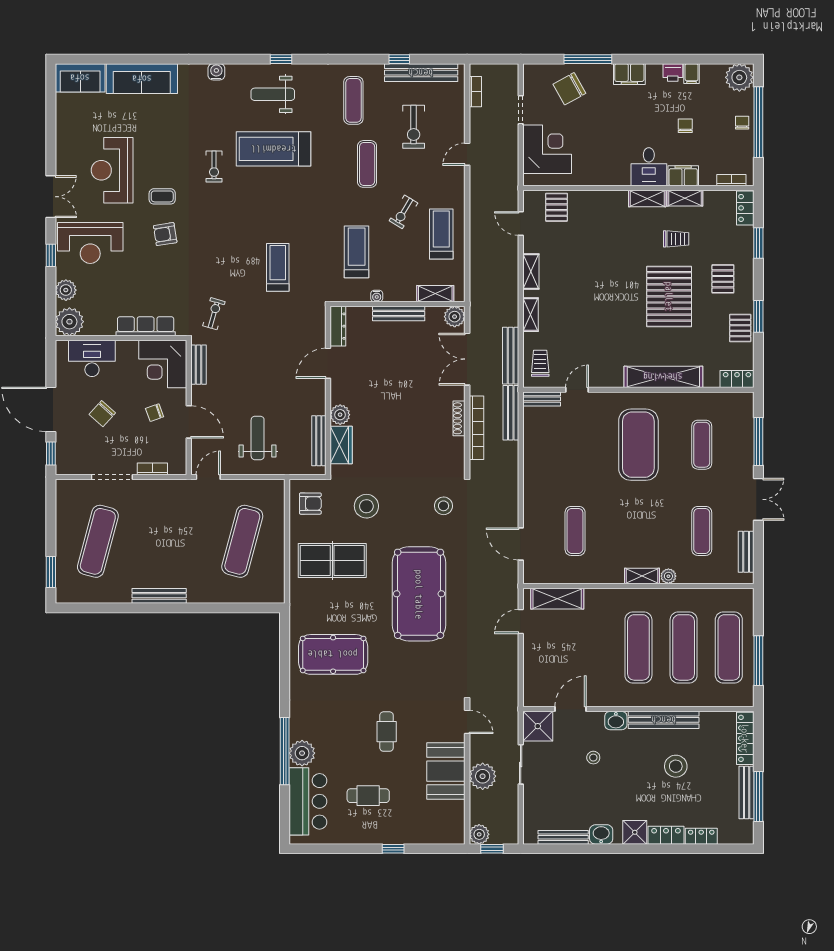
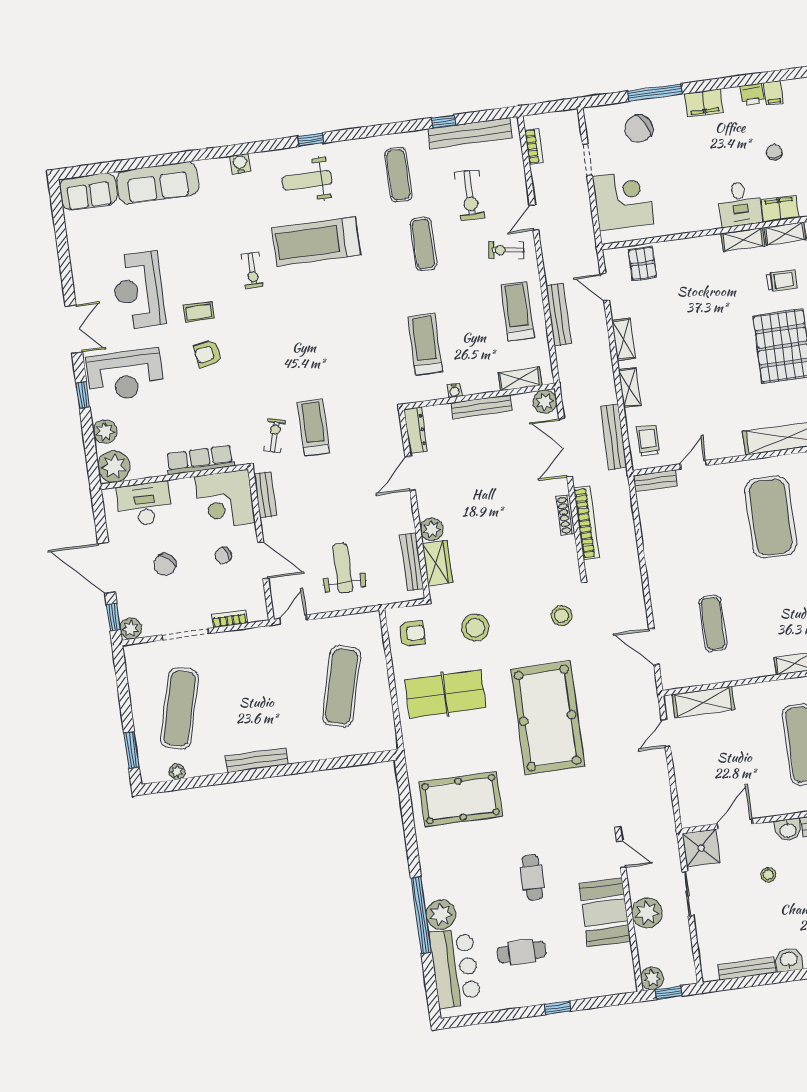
exercise bike: (403, 212) -> (506, 250), moved, turned 67
treadmill: (278, 267) -> (314, 428), moved
bench: (511, 413) -> (559, 314), moved
plant: (65, 466) -> (131, 629), added
plant: (88, 596) -> (177, 772), added

